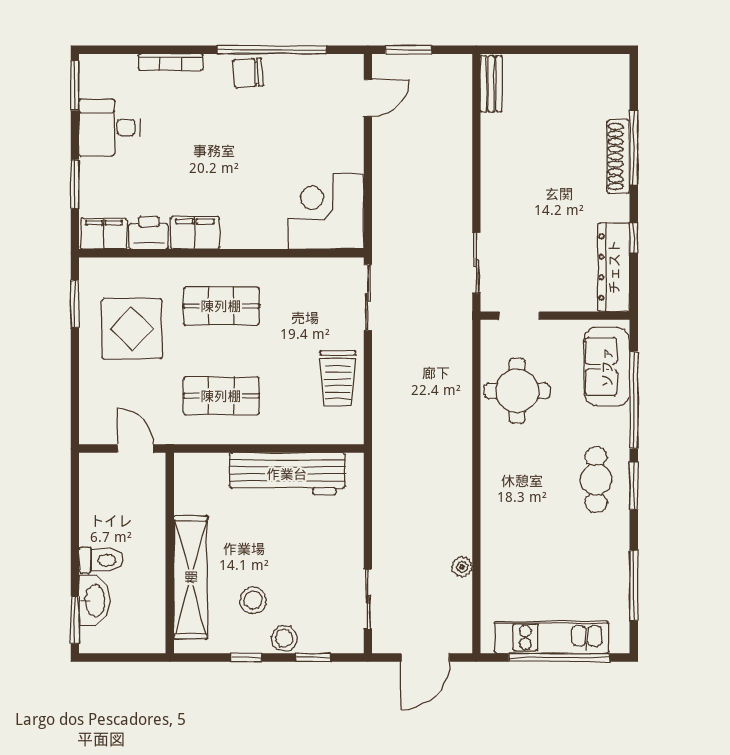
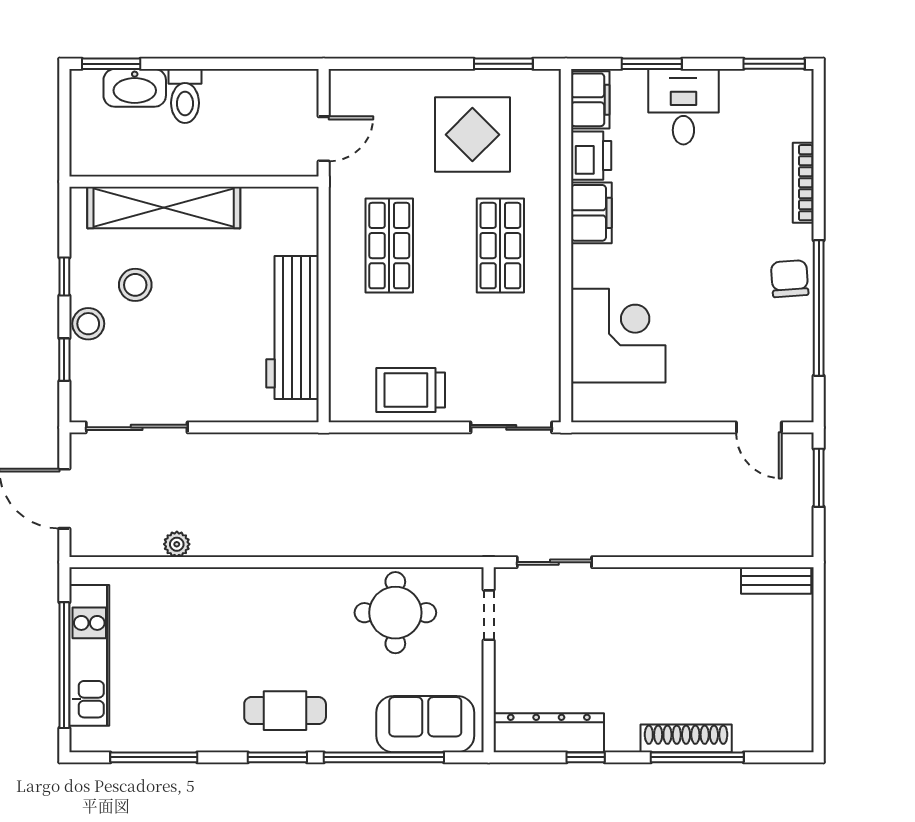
desk: (109, 128) -> (683, 107), moved
corner desk: (326, 211) -> (618, 336), moved
sliding door: (368, 599) -> (137, 427), width x1.37

